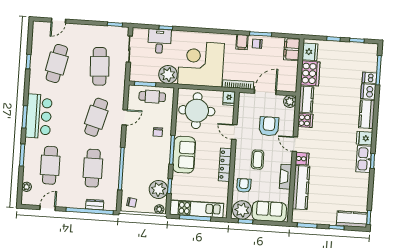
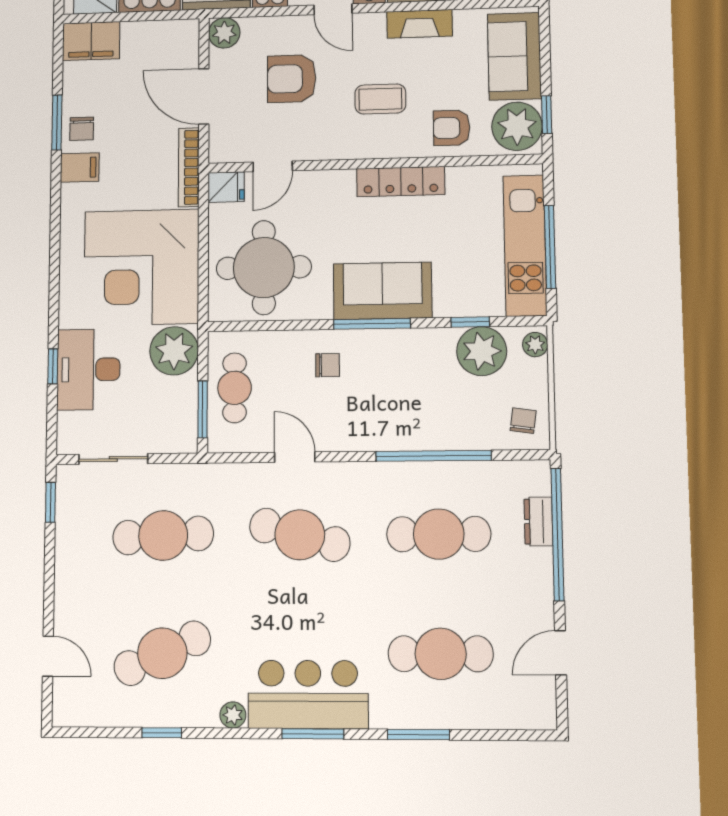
desk: (159, 41) -> (88, 370), width x1.37
cafe table: (57, 63) -> (162, 653), turned -36
door: (234, 132) -> (273, 166), moved
door: (295, 144) -> (333, 9), hinge flipped
plant: (27, 187) -> (233, 715), moved
door: (48, 208) -> (561, 653), hinge flipped

